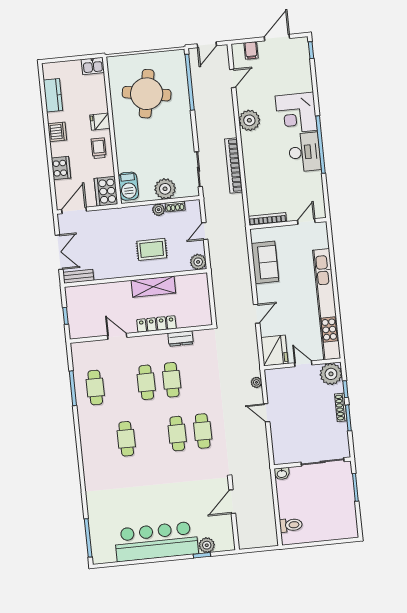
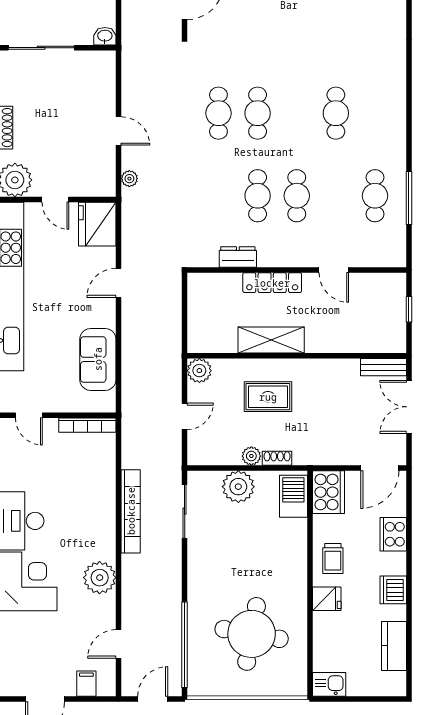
shoe rack: (175, 207) -> (277, 458), moved
door: (306, 222) -> (29, 415), hinge flipped

